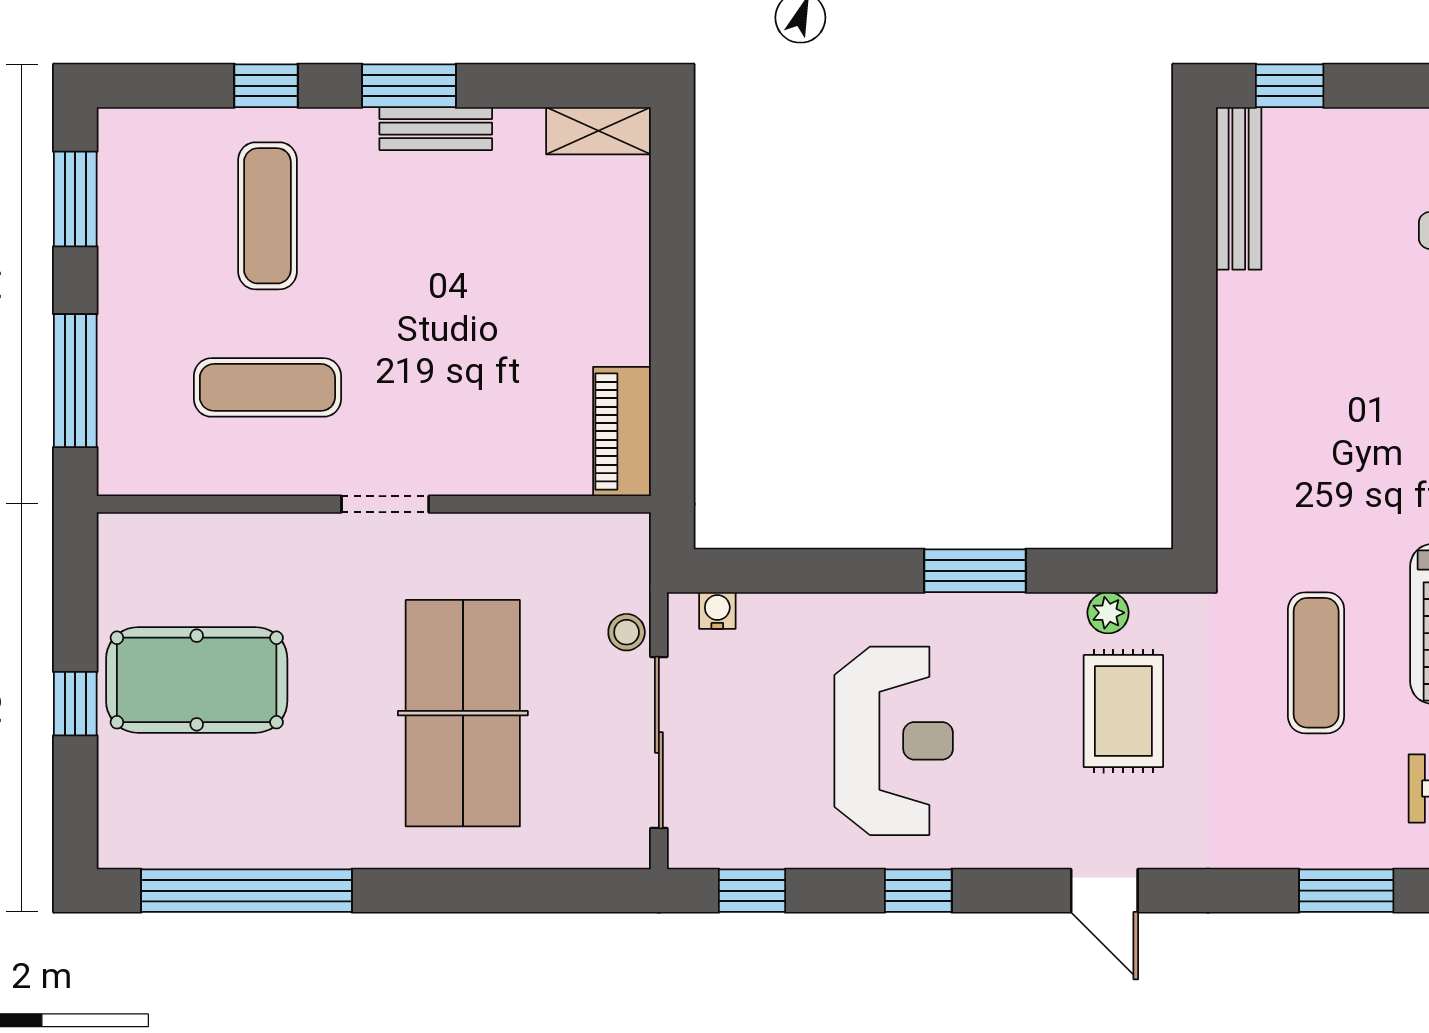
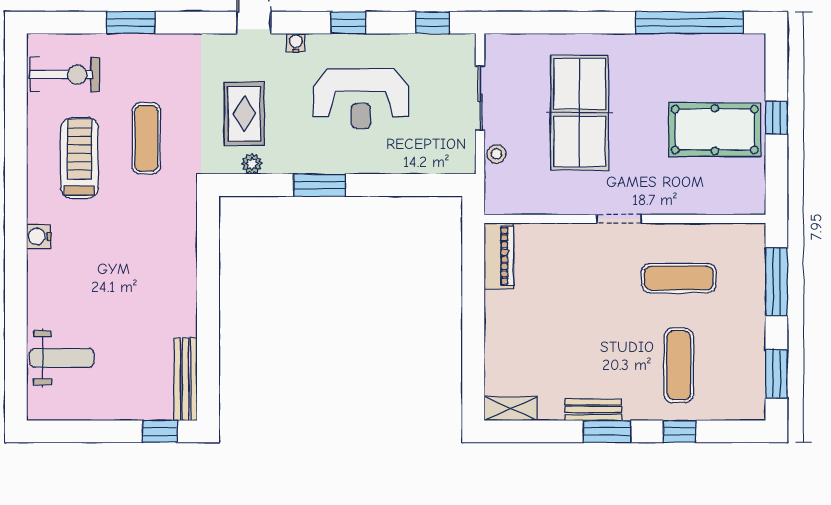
water cooler: (717, 610) -> (296, 43), moved, turned 180
reception desk: (894, 741) -> (361, 99), turned -90
sliding door: (659, 742) -> (480, 98), width x0.73

